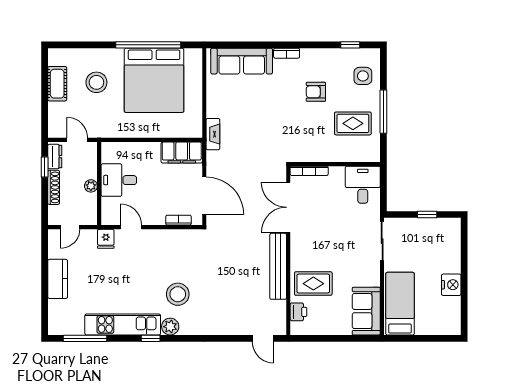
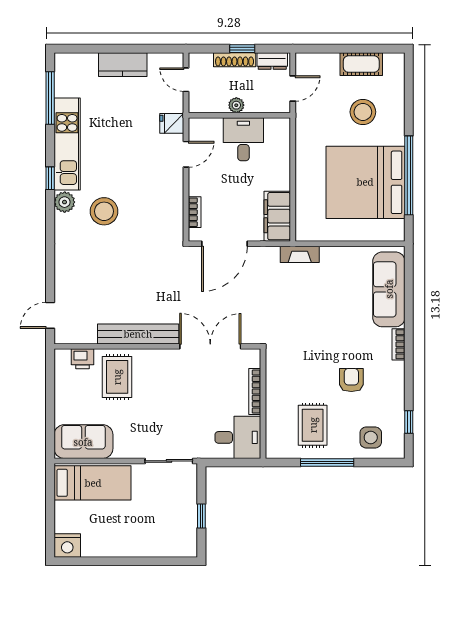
window: (45, 167) -> (242, 49), moved
bookcase: (309, 171) -> (255, 392), moved
nightstand: (451, 285) -> (67, 545), moved

